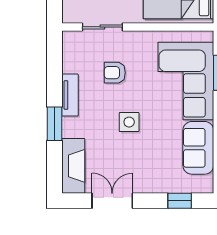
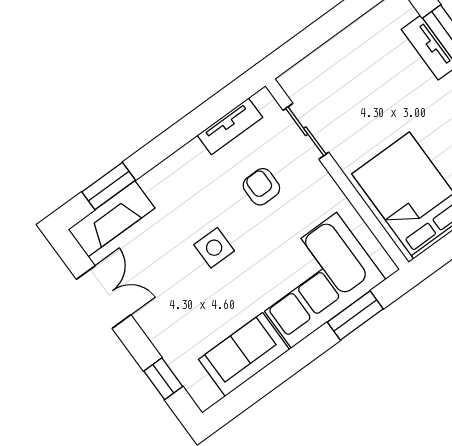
tv unit: (70, 95) -> (230, 126), moved
window: (54, 124) -> (109, 186), moved

